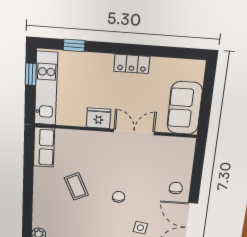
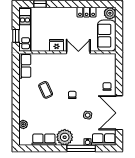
locker: (132, 64) -> (87, 12), moved
plant: (195, 70) -> (110, 13), added
window: (31, 74) -> (16, 36), moved

